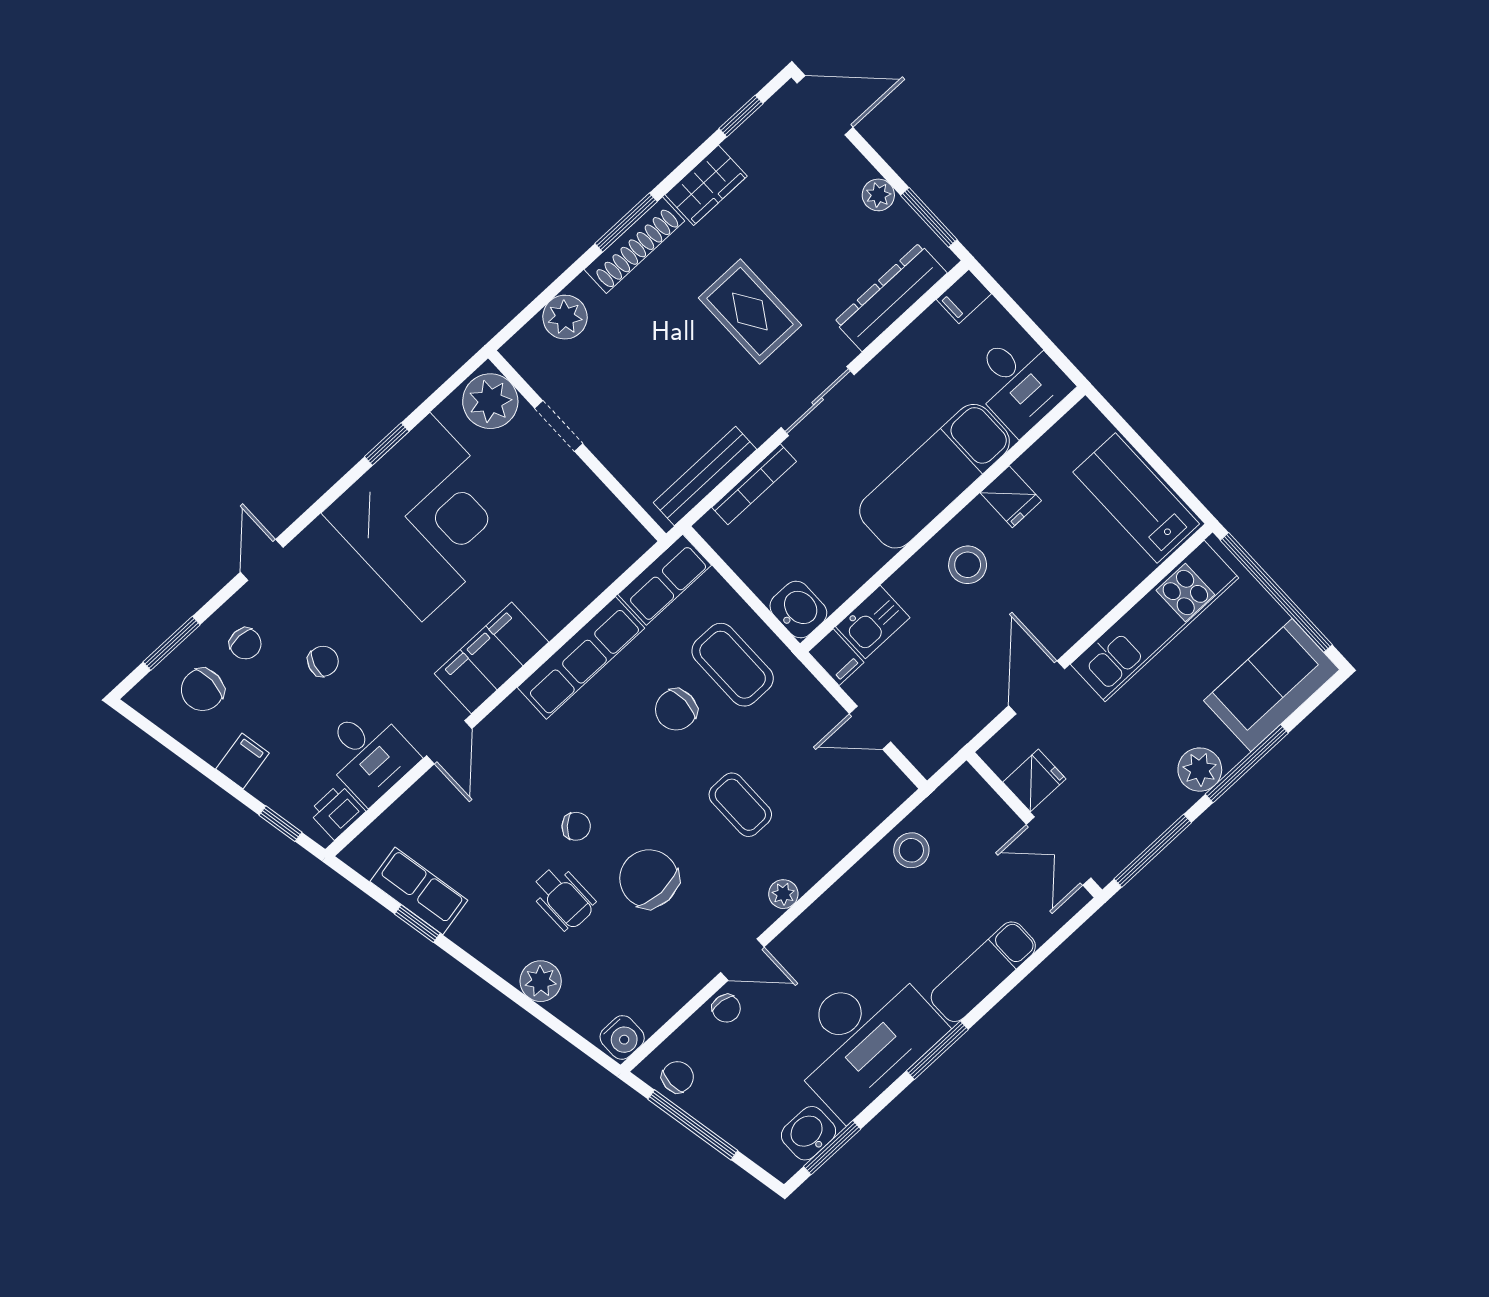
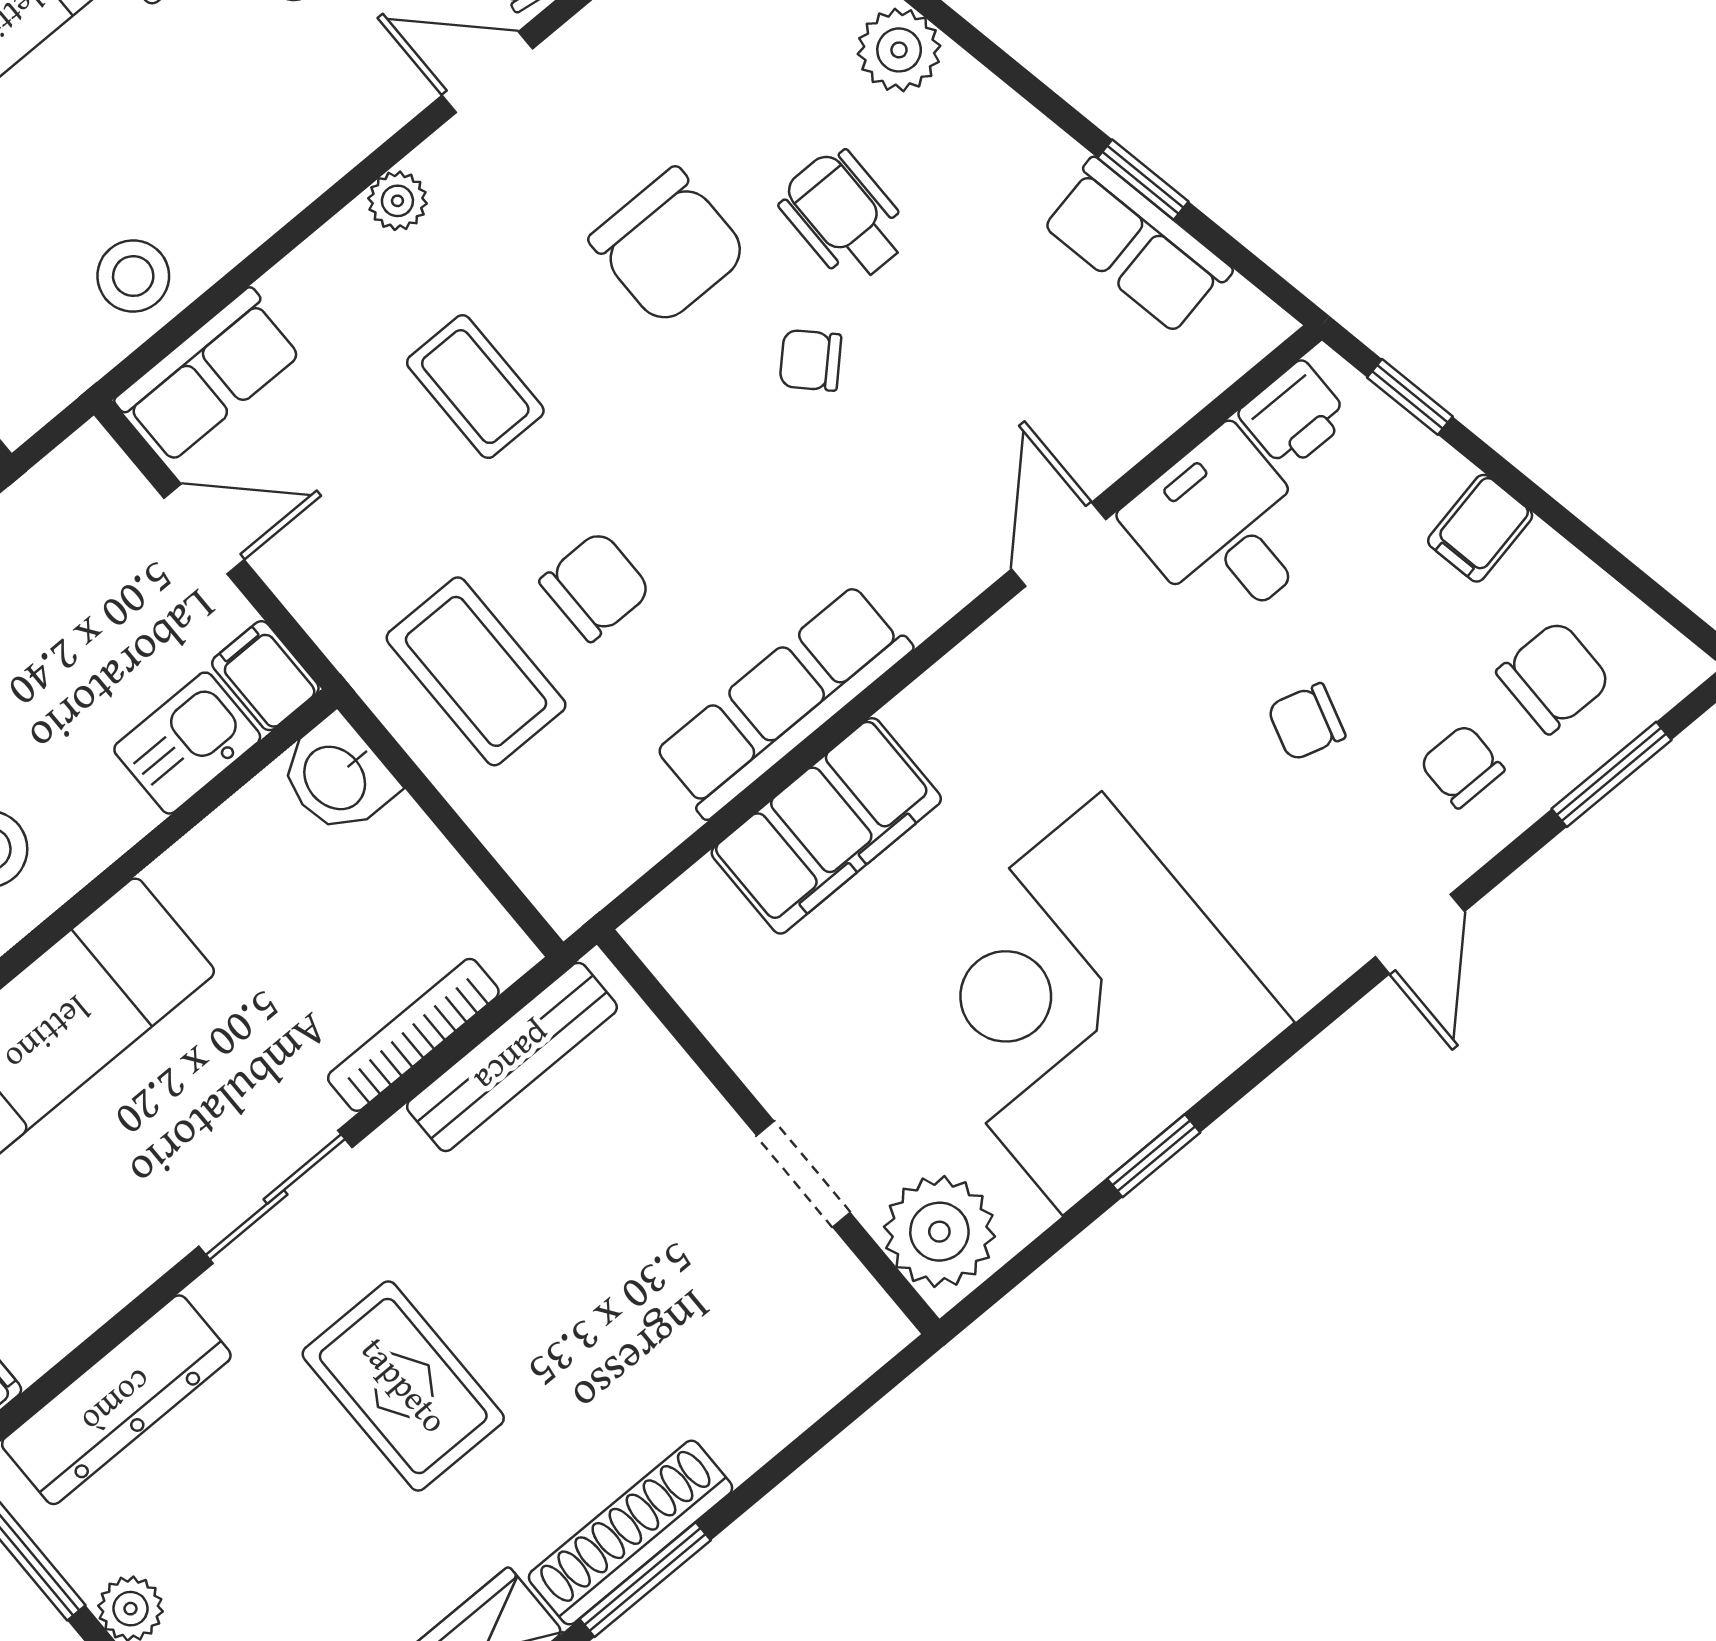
plant: (565, 317) -> (779, 1394), removed
row of seats: (665, 580) -> (209, 376), moved, turned 180
filing cabinet: (492, 658) -> (826, 826), moved

